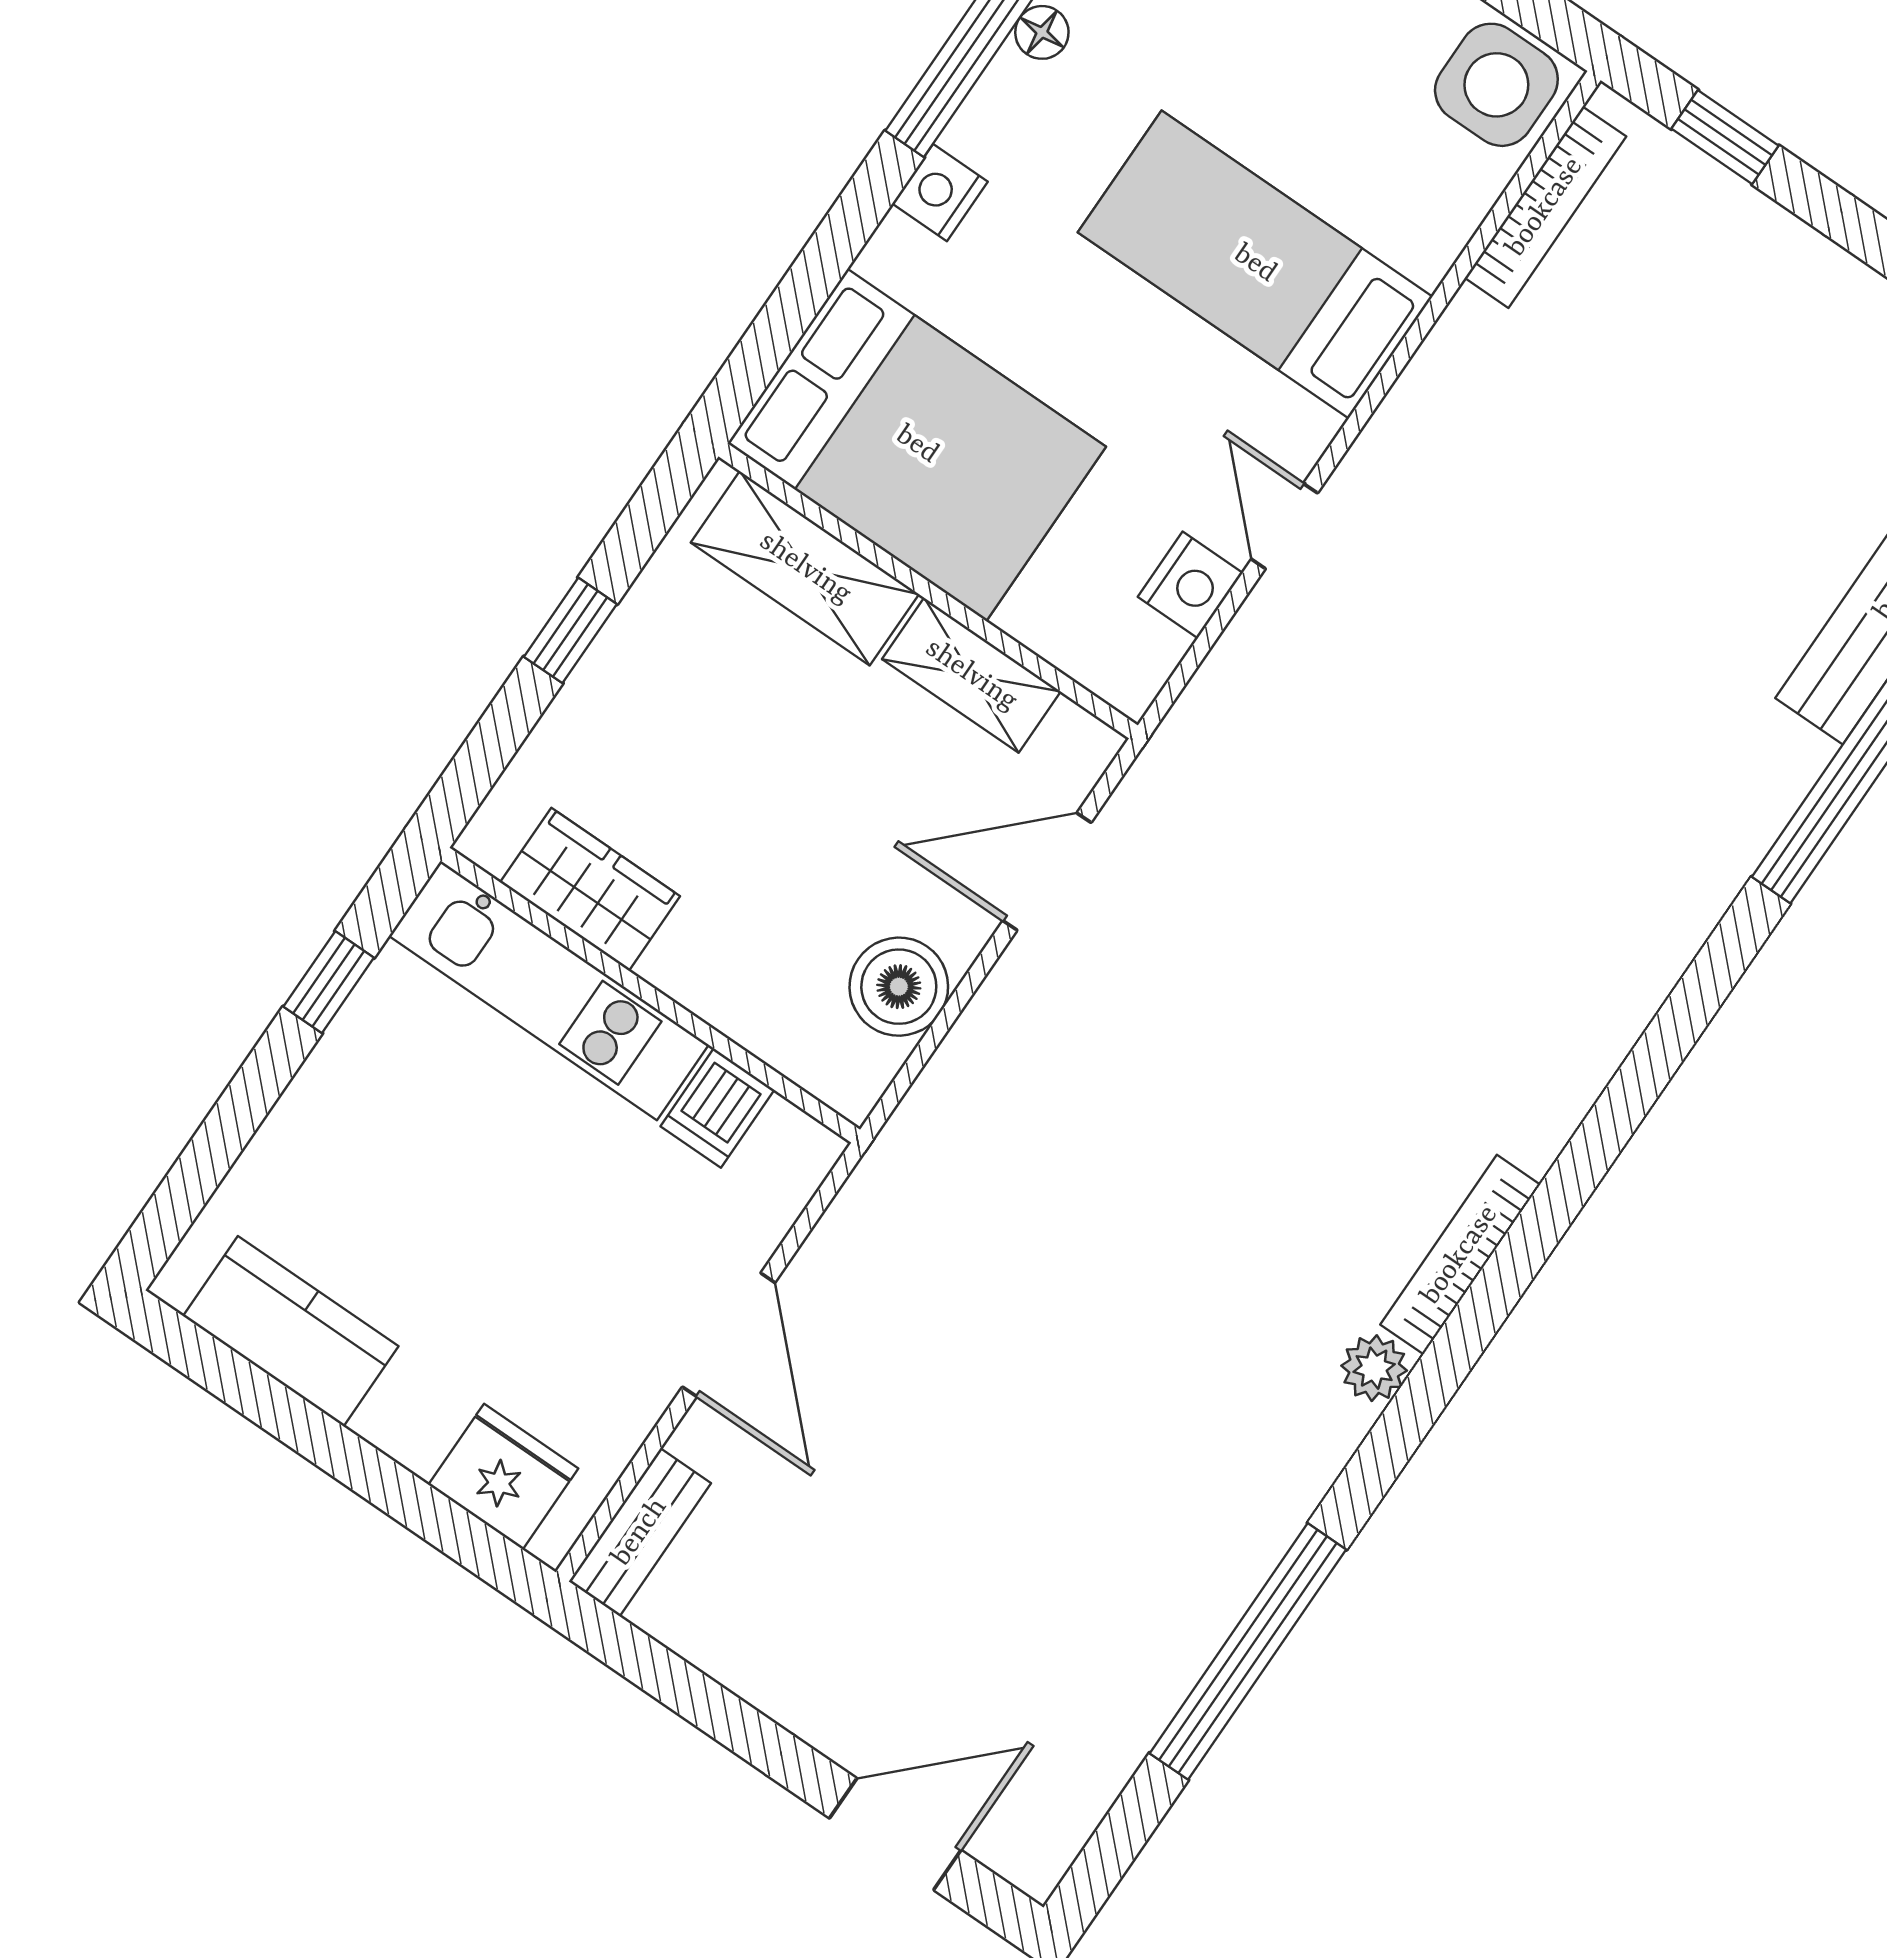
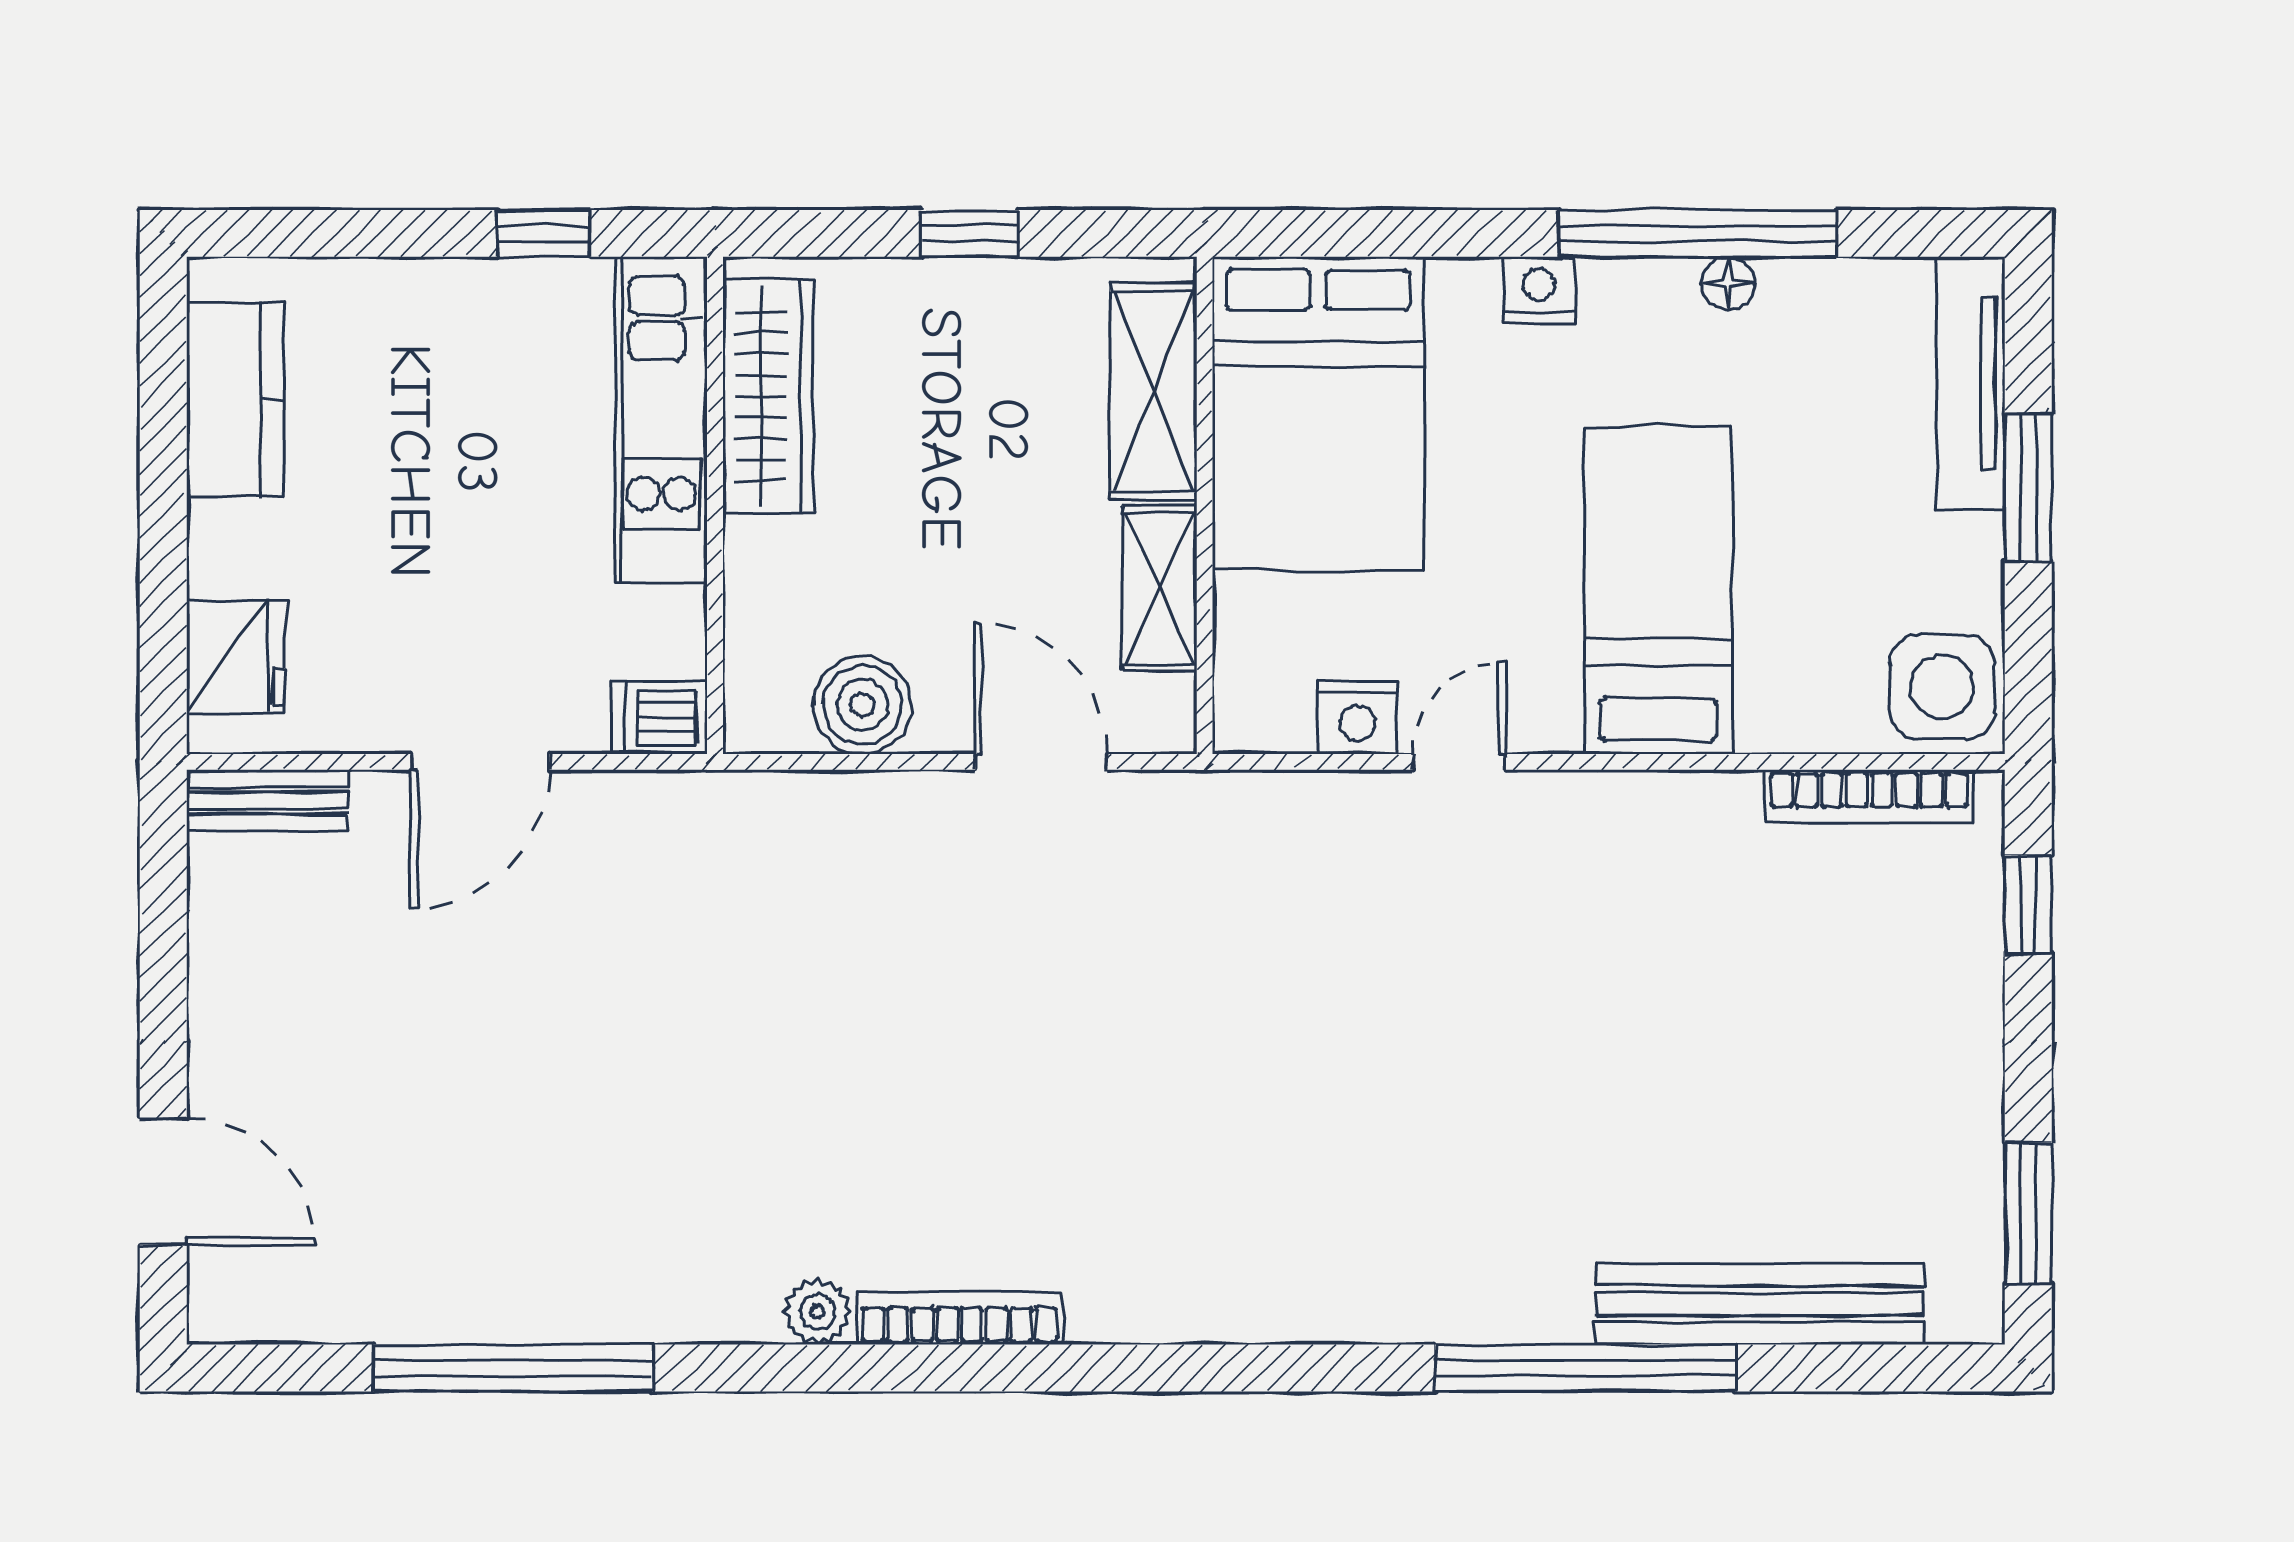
wardrobe: (590, 889) -> (768, 396), width x1.50
dishwasher: (717, 1108) -> (660, 717), moved

